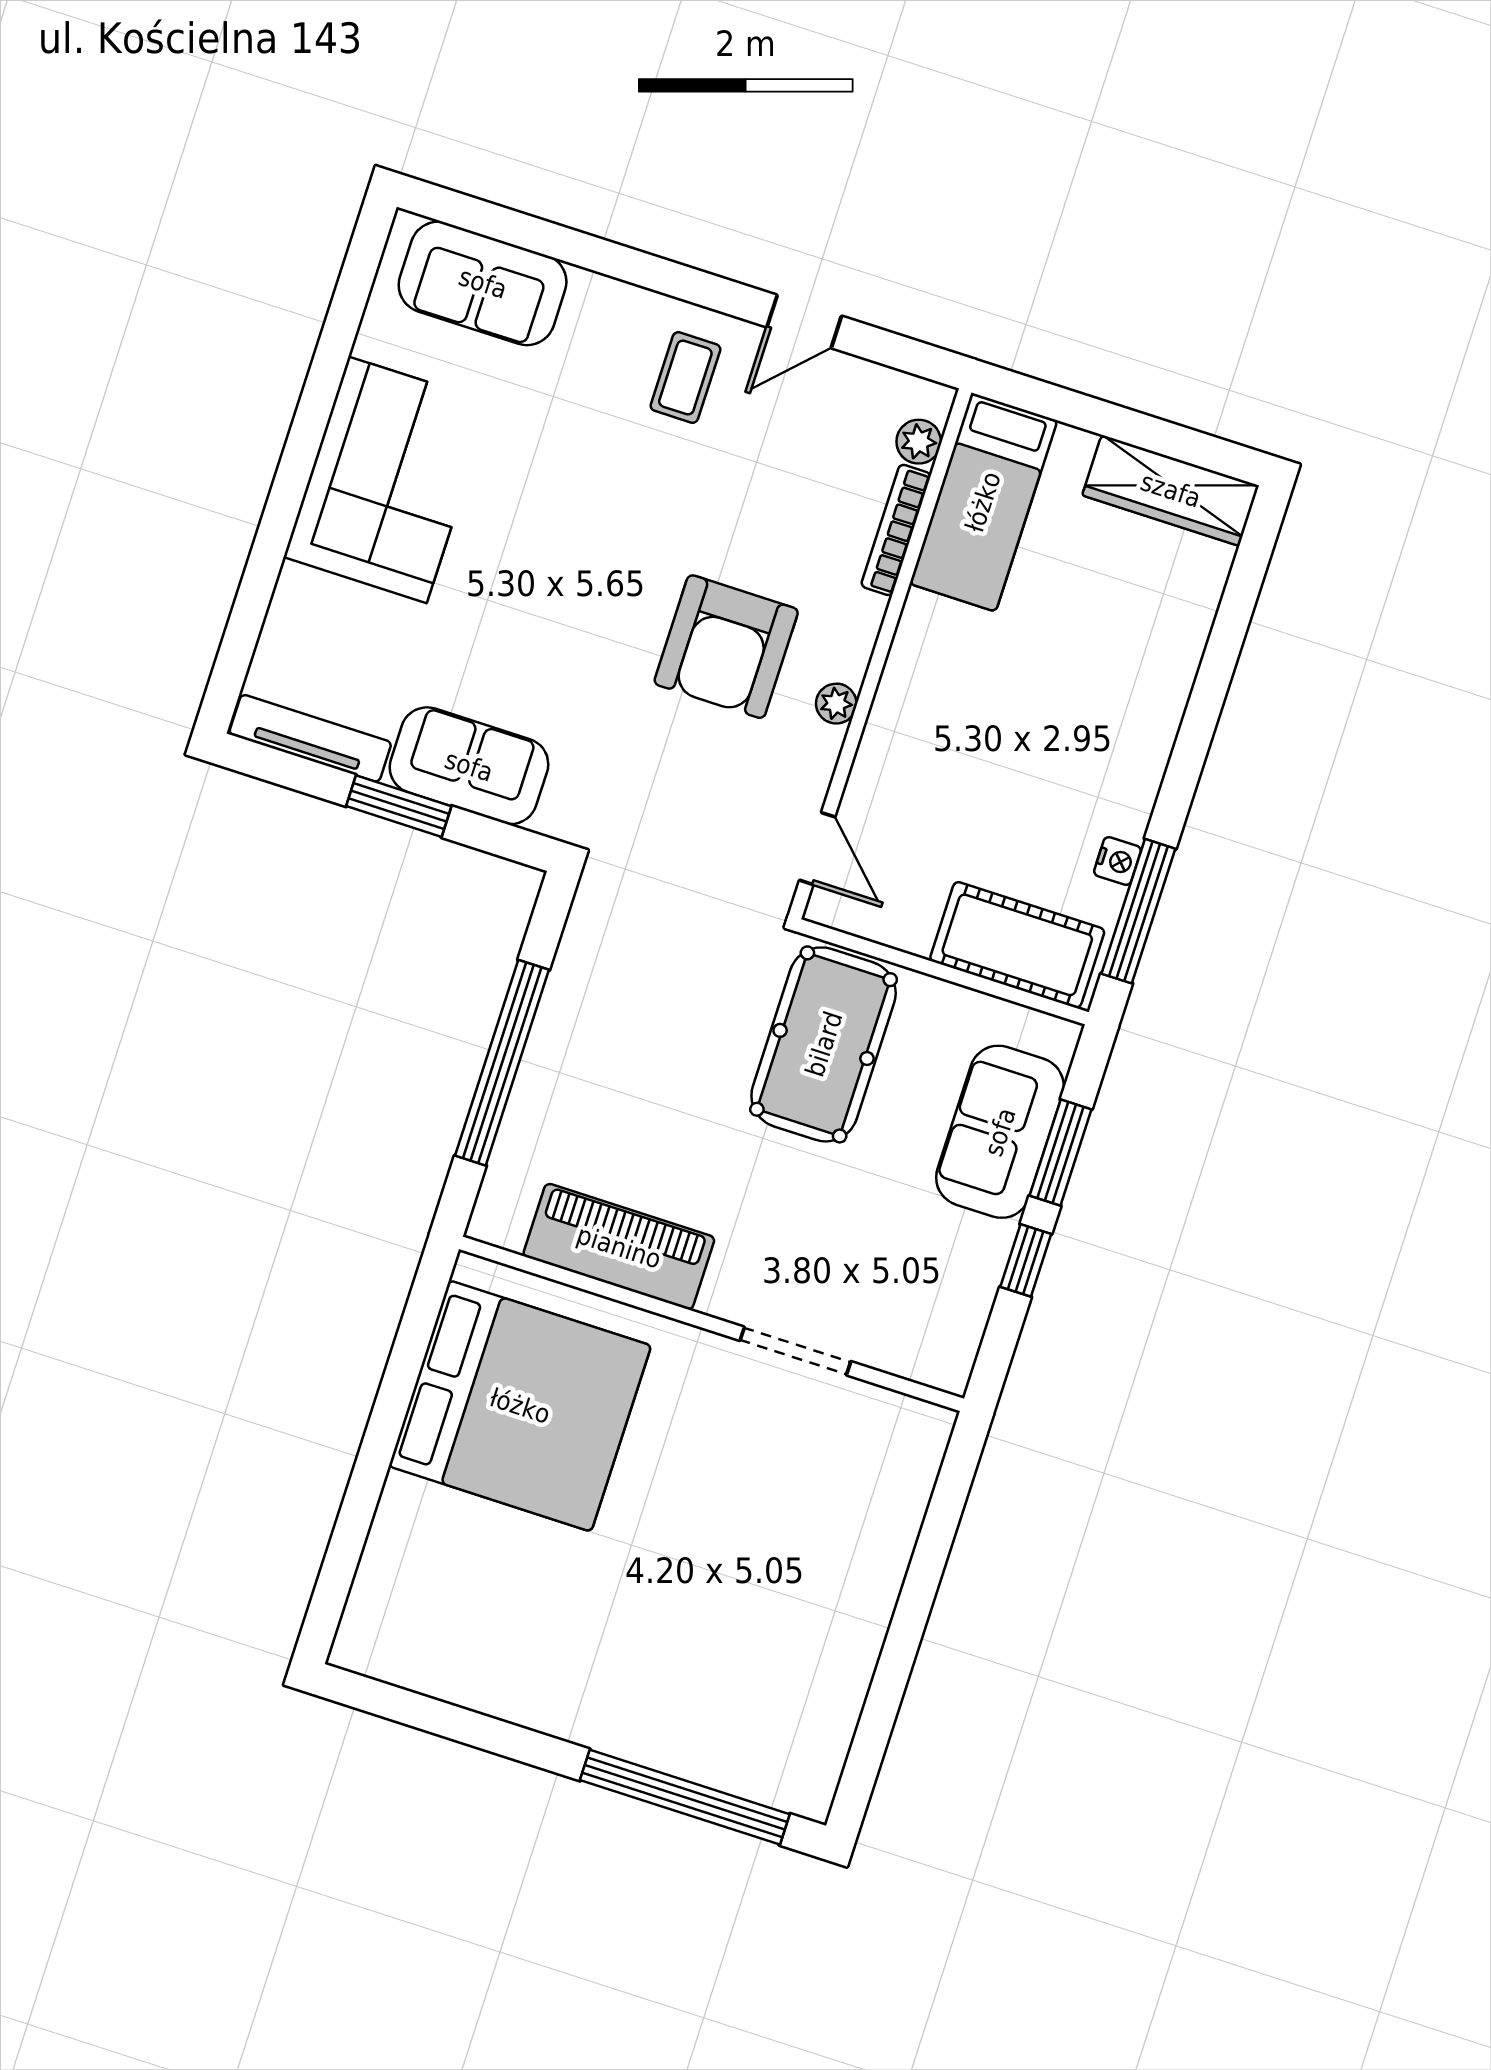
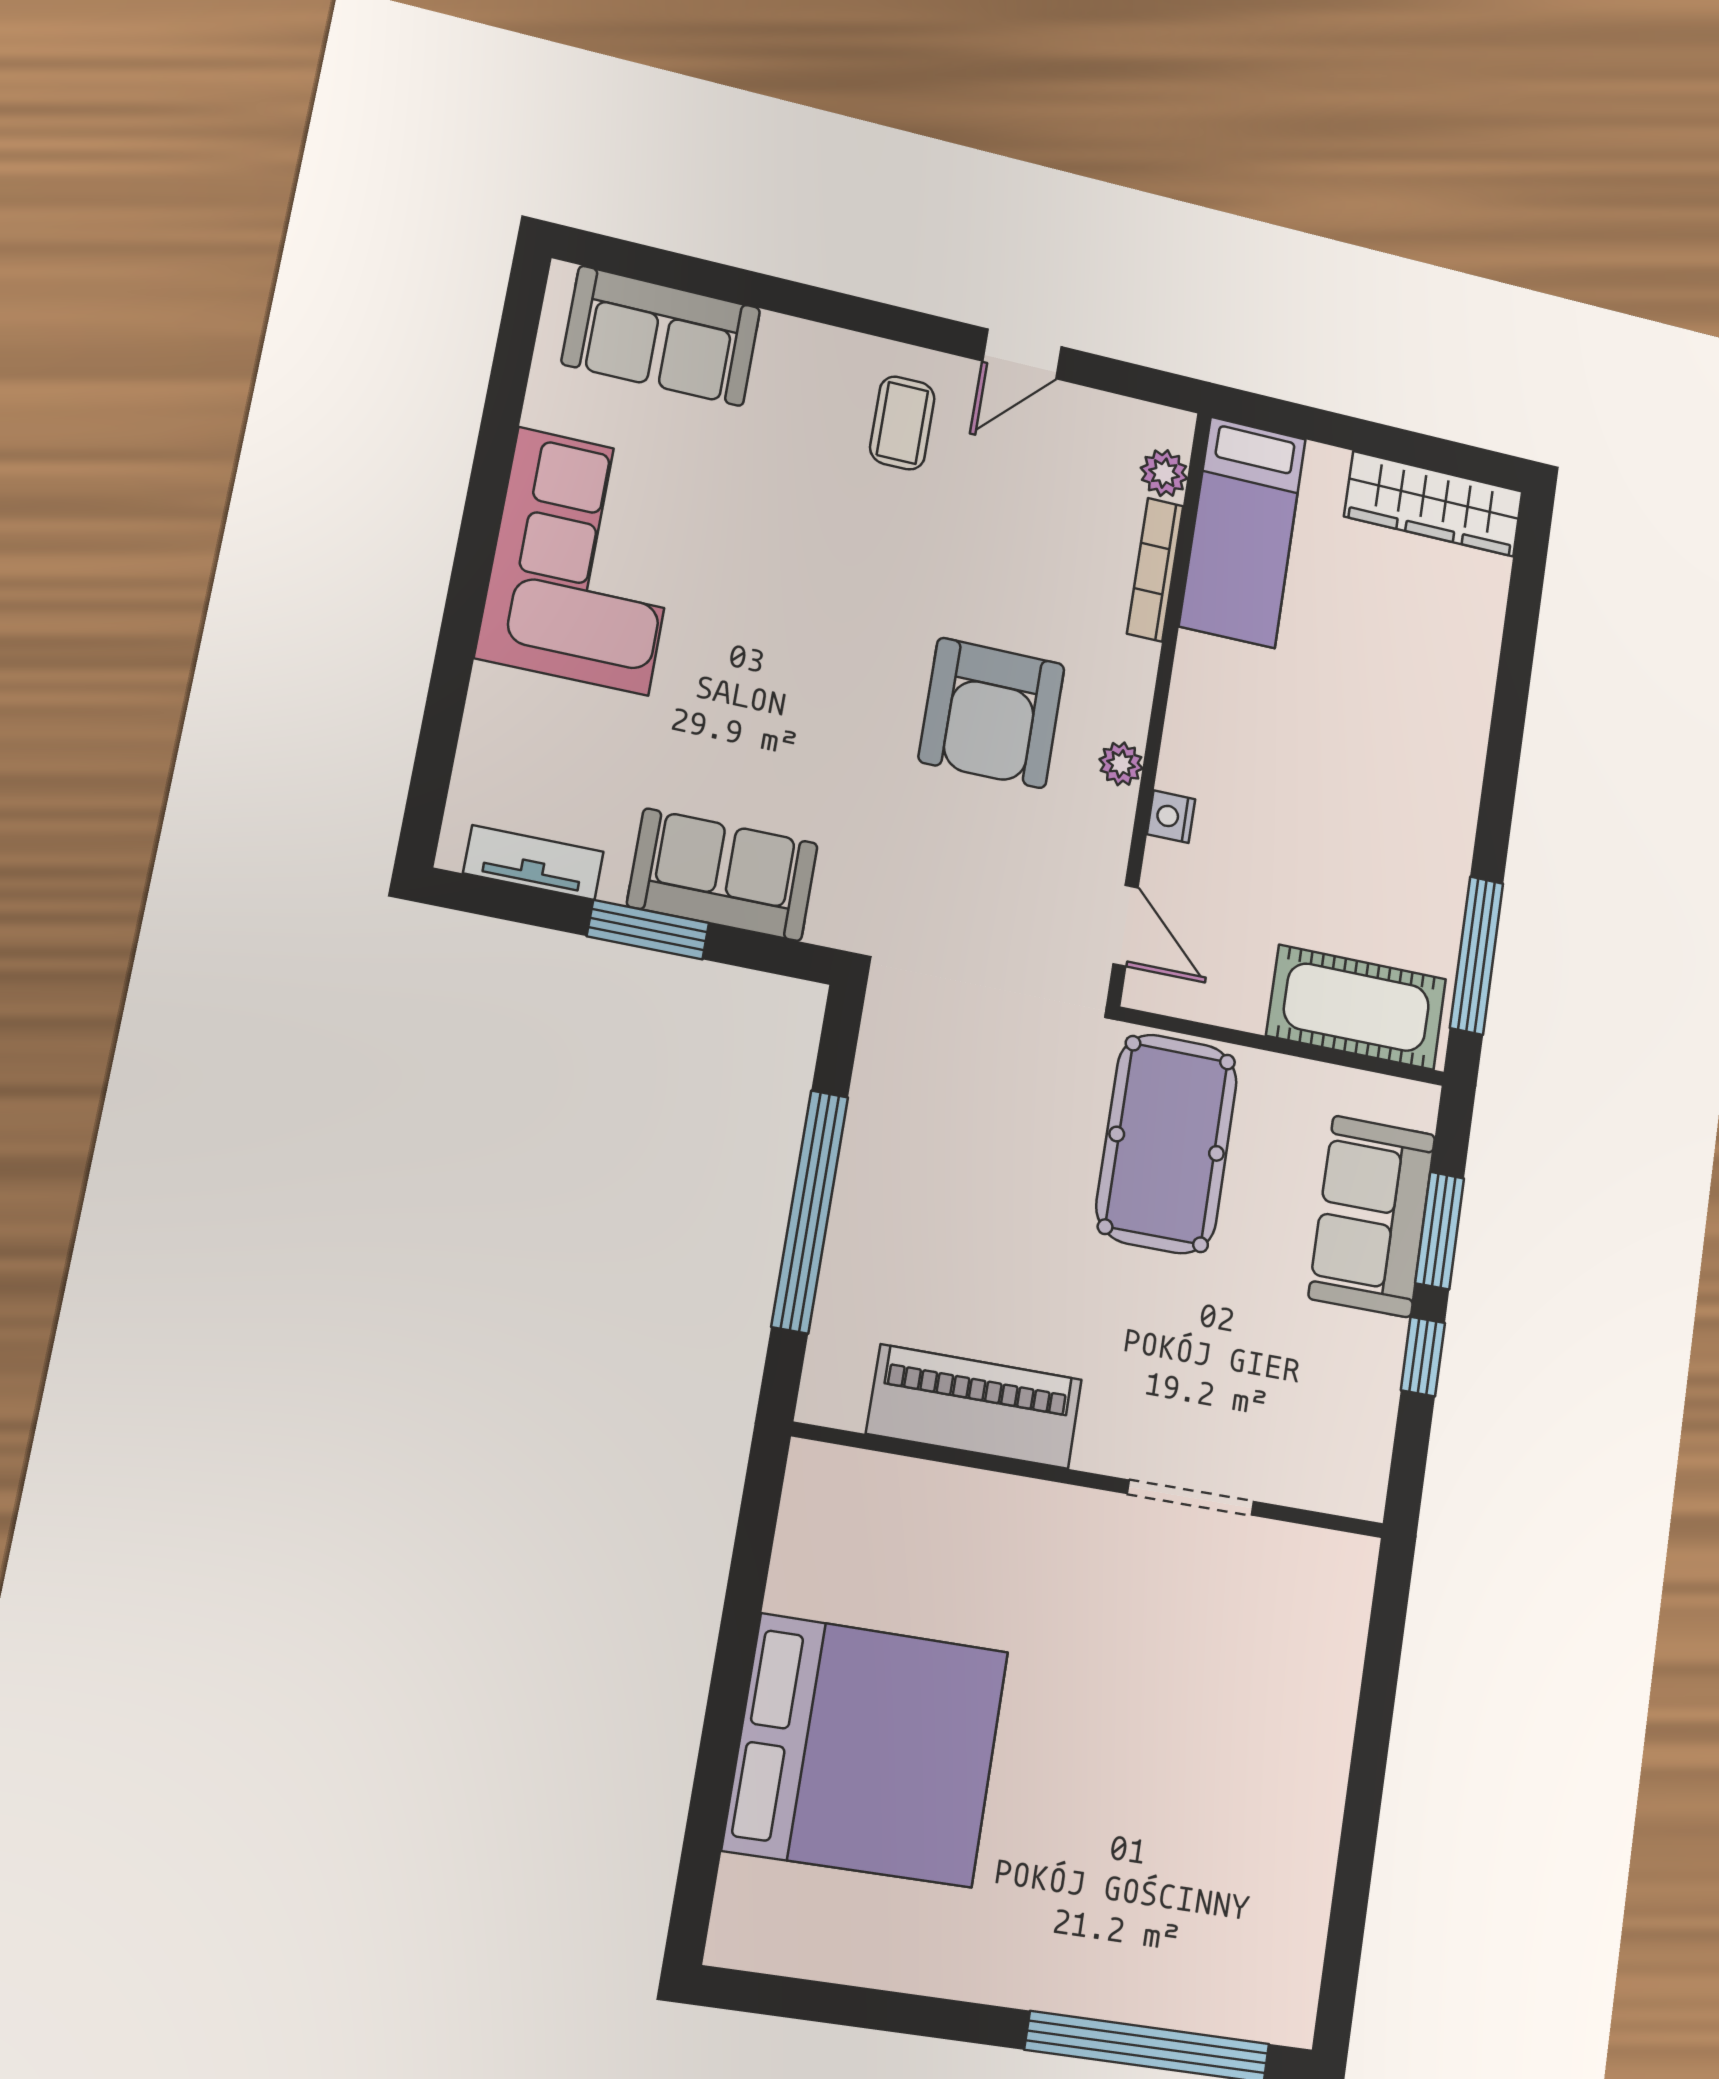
tv unit: (310, 738) -> (534, 863), width x0.71
nightstand: (1117, 861) -> (1171, 817), moved, turned 180
bed: (520, 1406) -> (866, 1750), moved

